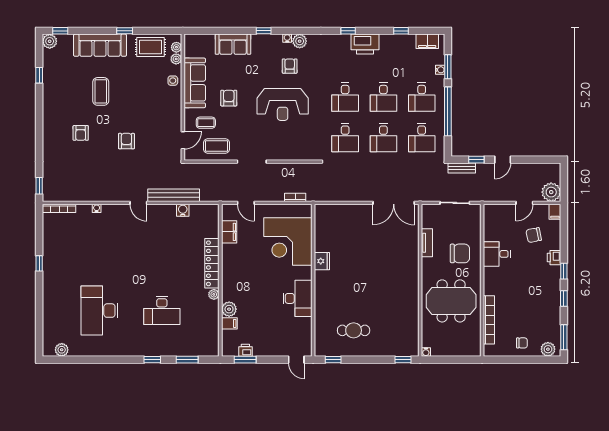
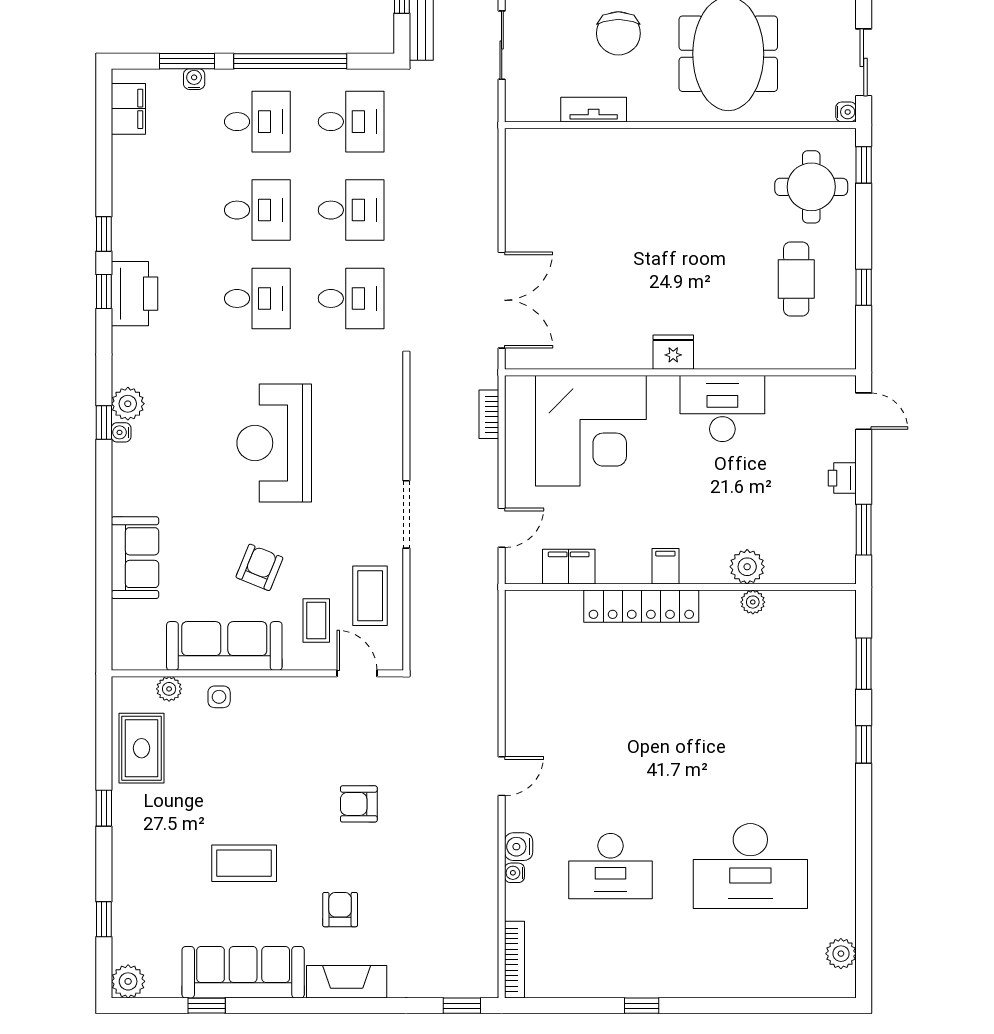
window: (60, 31) -> (104, 919), moved
window: (264, 31) -> (104, 423), moved
window: (401, 31) -> (104, 234), moved
printer: (365, 44) -> (134, 294), moved
sofa: (100, 45) -> (243, 972), moved, turned -90
plant: (176, 47) -> (142, 689), removed
armchair: (290, 66) -> (185, 427), removed
armchair: (229, 98) -> (259, 567), turned 112
reception desk: (283, 104) -> (274, 443), turned 180
armchair: (81, 133) -> (340, 910), turned -90
fireplace: (49, 136) -> (347, 982), added
bench: (174, 195) -> (484, 695), removed
double door: (394, 203) -> (502, 300), moved
water cooler: (183, 210) -> (519, 847), moved
chair: (460, 253) -> (618, 33), turned 180
fridge: (322, 261) -> (673, 352), moved
plant: (214, 294) -> (753, 602), moved
desk: (162, 311) -> (610, 866), moved, turned 90
filing cabinet: (229, 323) -> (665, 566), moved
round table: (393, 337) -> (811, 187), added
printer: (245, 350) -> (842, 478), moved
door: (296, 360) -> (864, 411), hinge flipped
window: (333, 360) -> (864, 287), moved
sliding door: (447, 360) -> (864, 62), added

